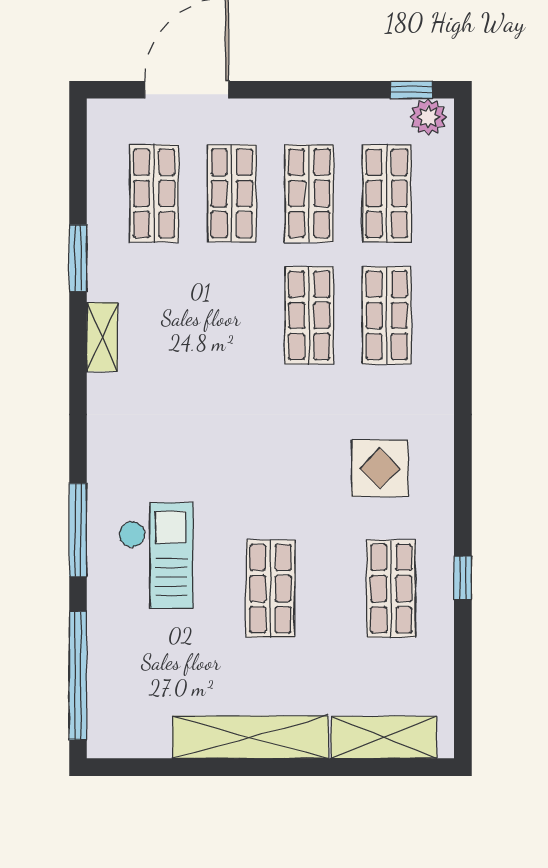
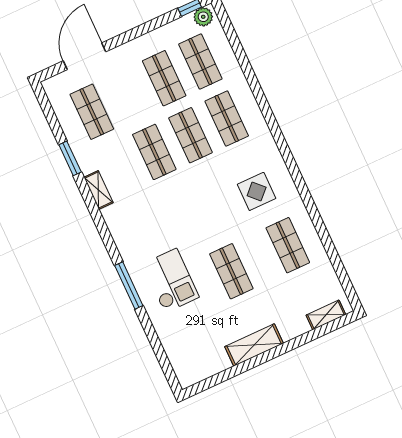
shop shelf: (232, 193) -> (154, 152), moved
window: (463, 578) -> (319, 225), removed
window: (78, 676) -> (160, 354), removed
shelving: (250, 737) -> (254, 345), width x0.68
shelving: (384, 737) -> (326, 315), width x0.67, depth x0.75

